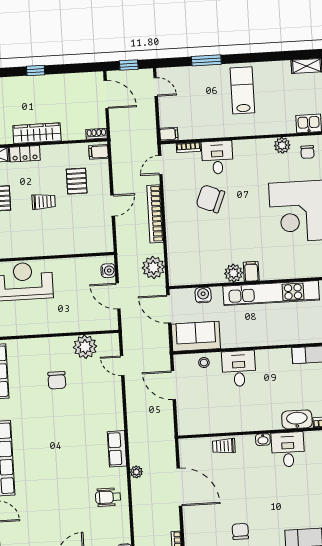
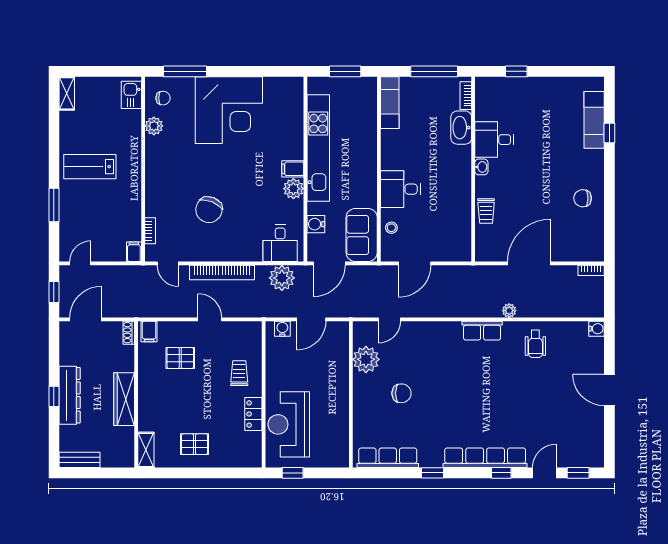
dresser: (38, 84) -> (70, 395), added
locker: (25, 154) -> (253, 414), moved, turned 180
desk: (217, 157) -> (280, 243), moved, turned -90
trolley: (44, 202) -> (239, 373), moved

